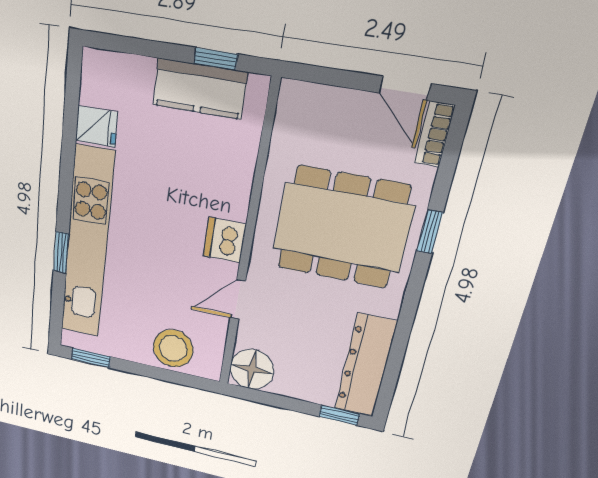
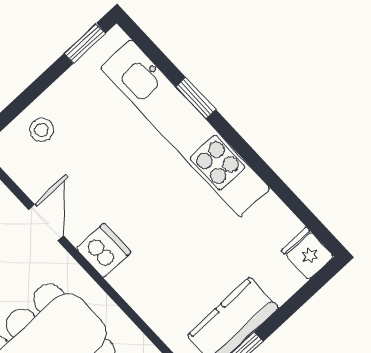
fridge: (96, 126) -> (308, 253), moved, turned 90
stool: (173, 348) -> (42, 130), width x0.53, depth x0.53

